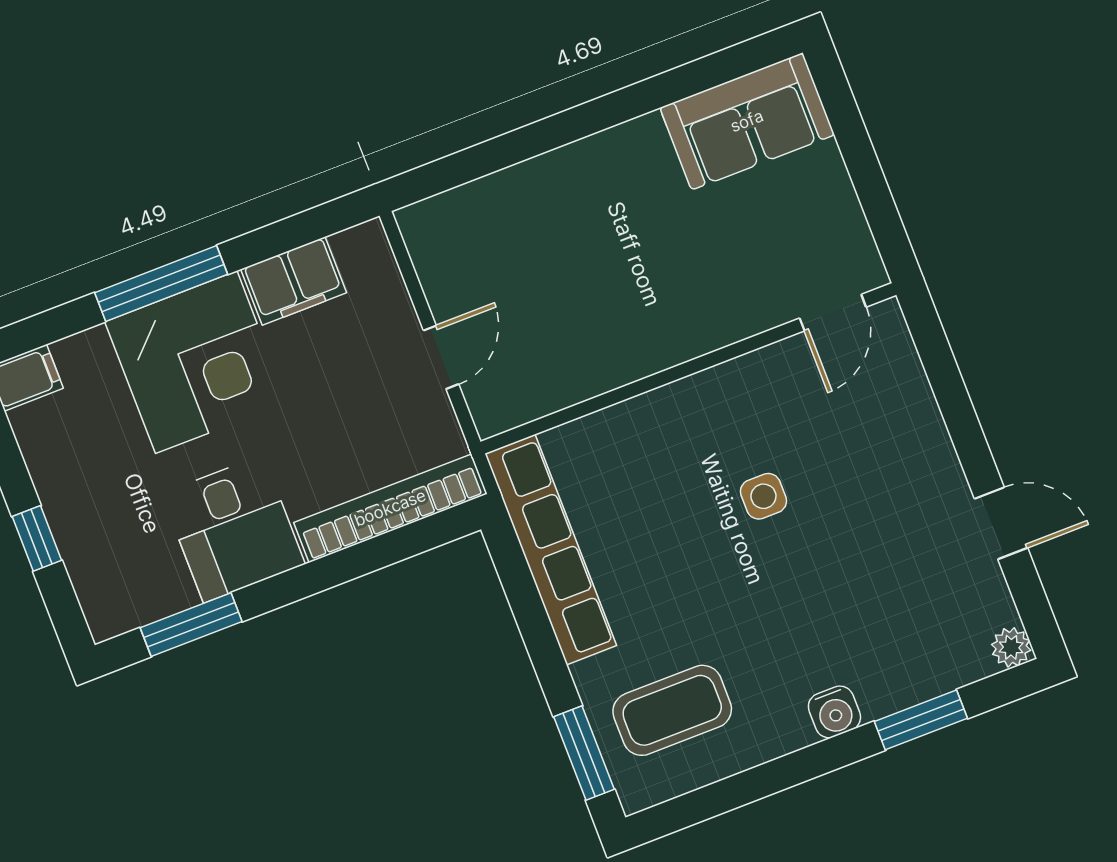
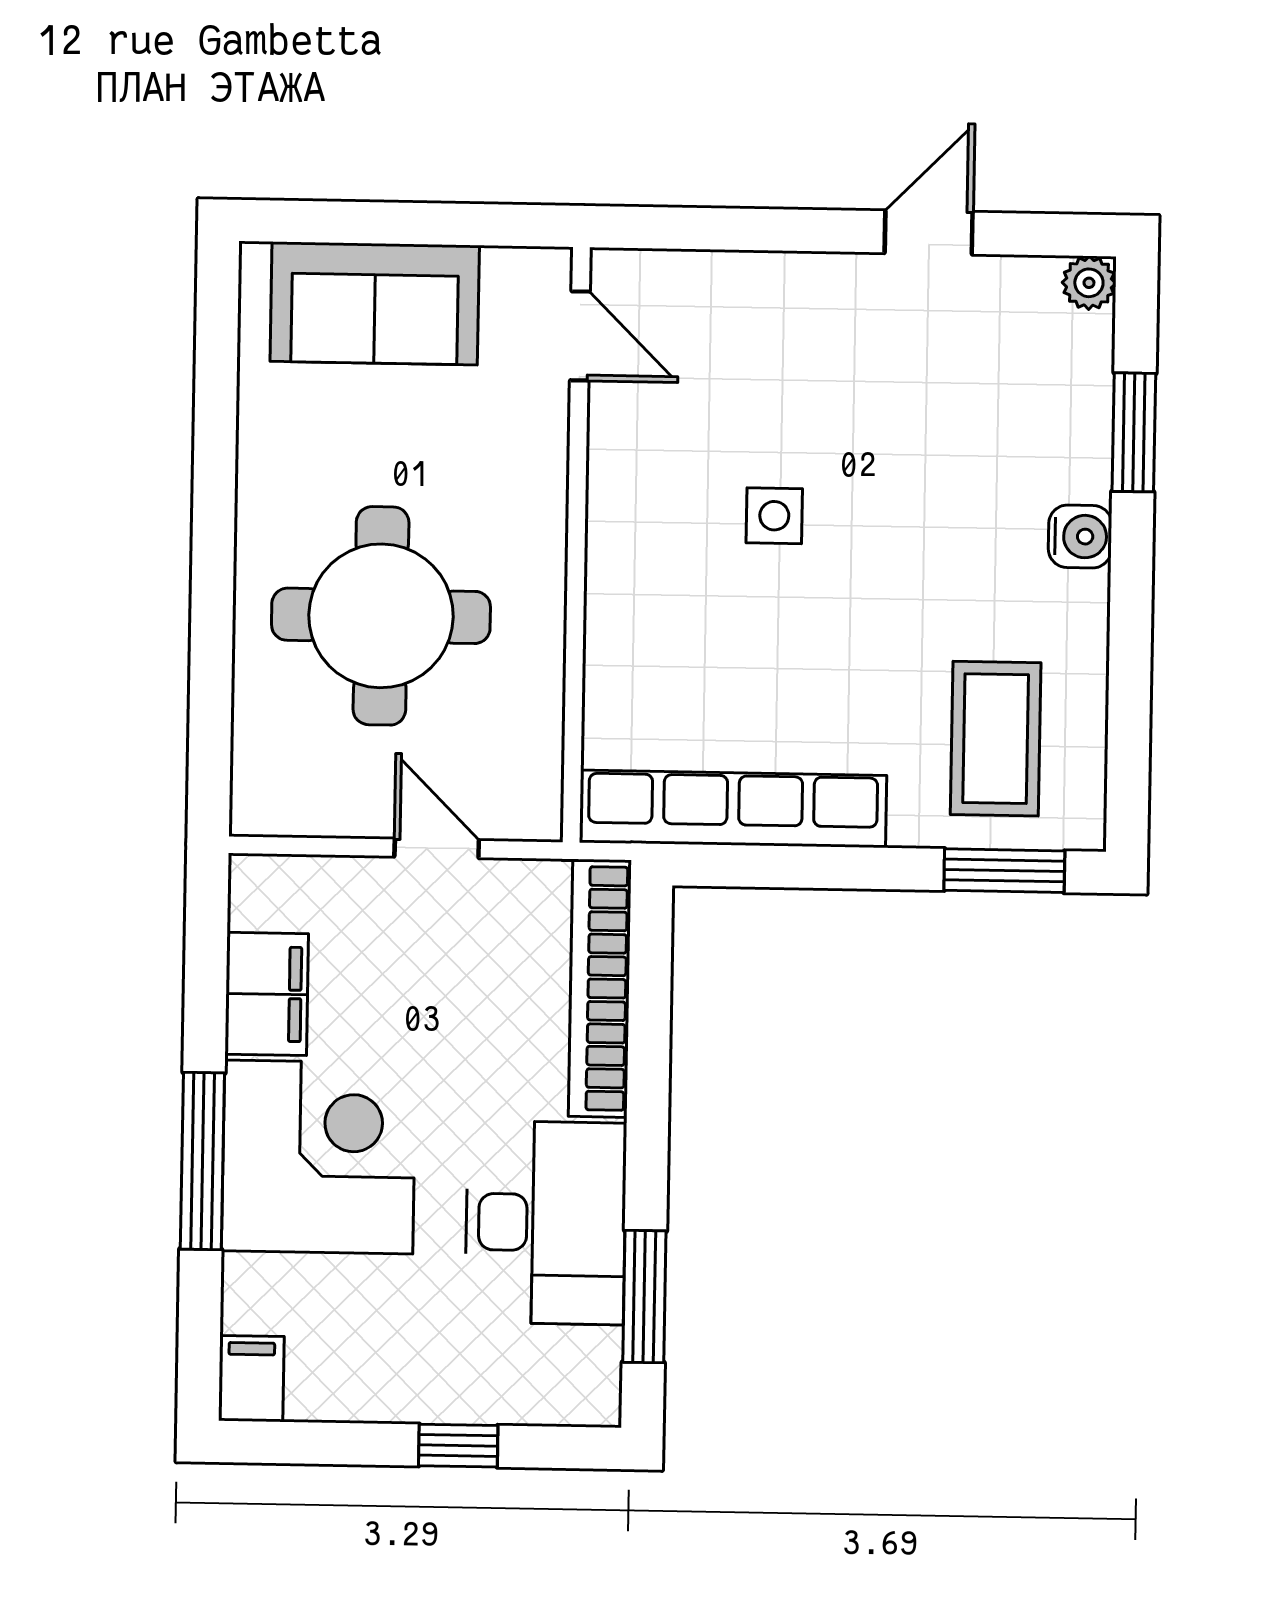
sofa: (747, 121) -> (375, 303), moved, turned 90
round table: (585, 254) -> (381, 616), added
desk: (233, 529) -> (546, 1223), width x1.37

